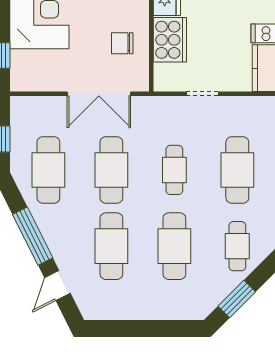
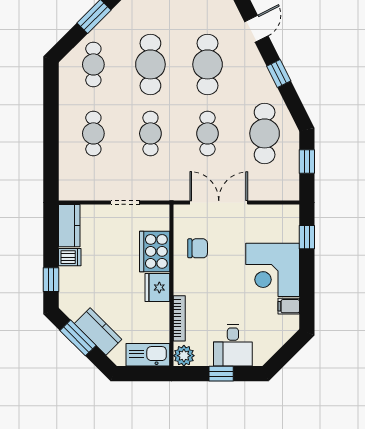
cafe table: (111, 170) -> (208, 133), width x0.73, depth x0.74
cafe table: (237, 170) -> (93, 133), width x0.73, depth x0.74
window: (33, 236) -> (279, 73), width x0.46

